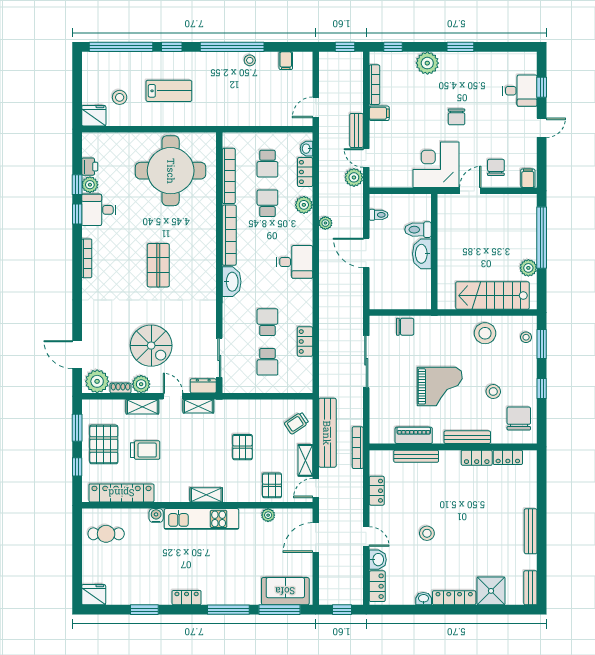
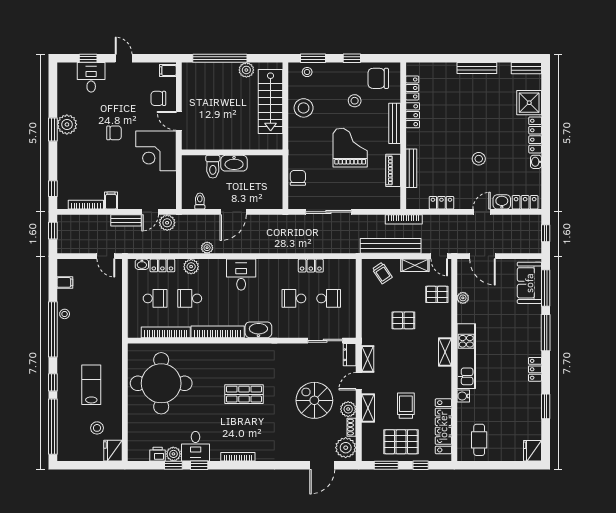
plant: (427, 63) -> (67, 124), moved
spiral stairs: (151, 346) -> (314, 400), turned -90

